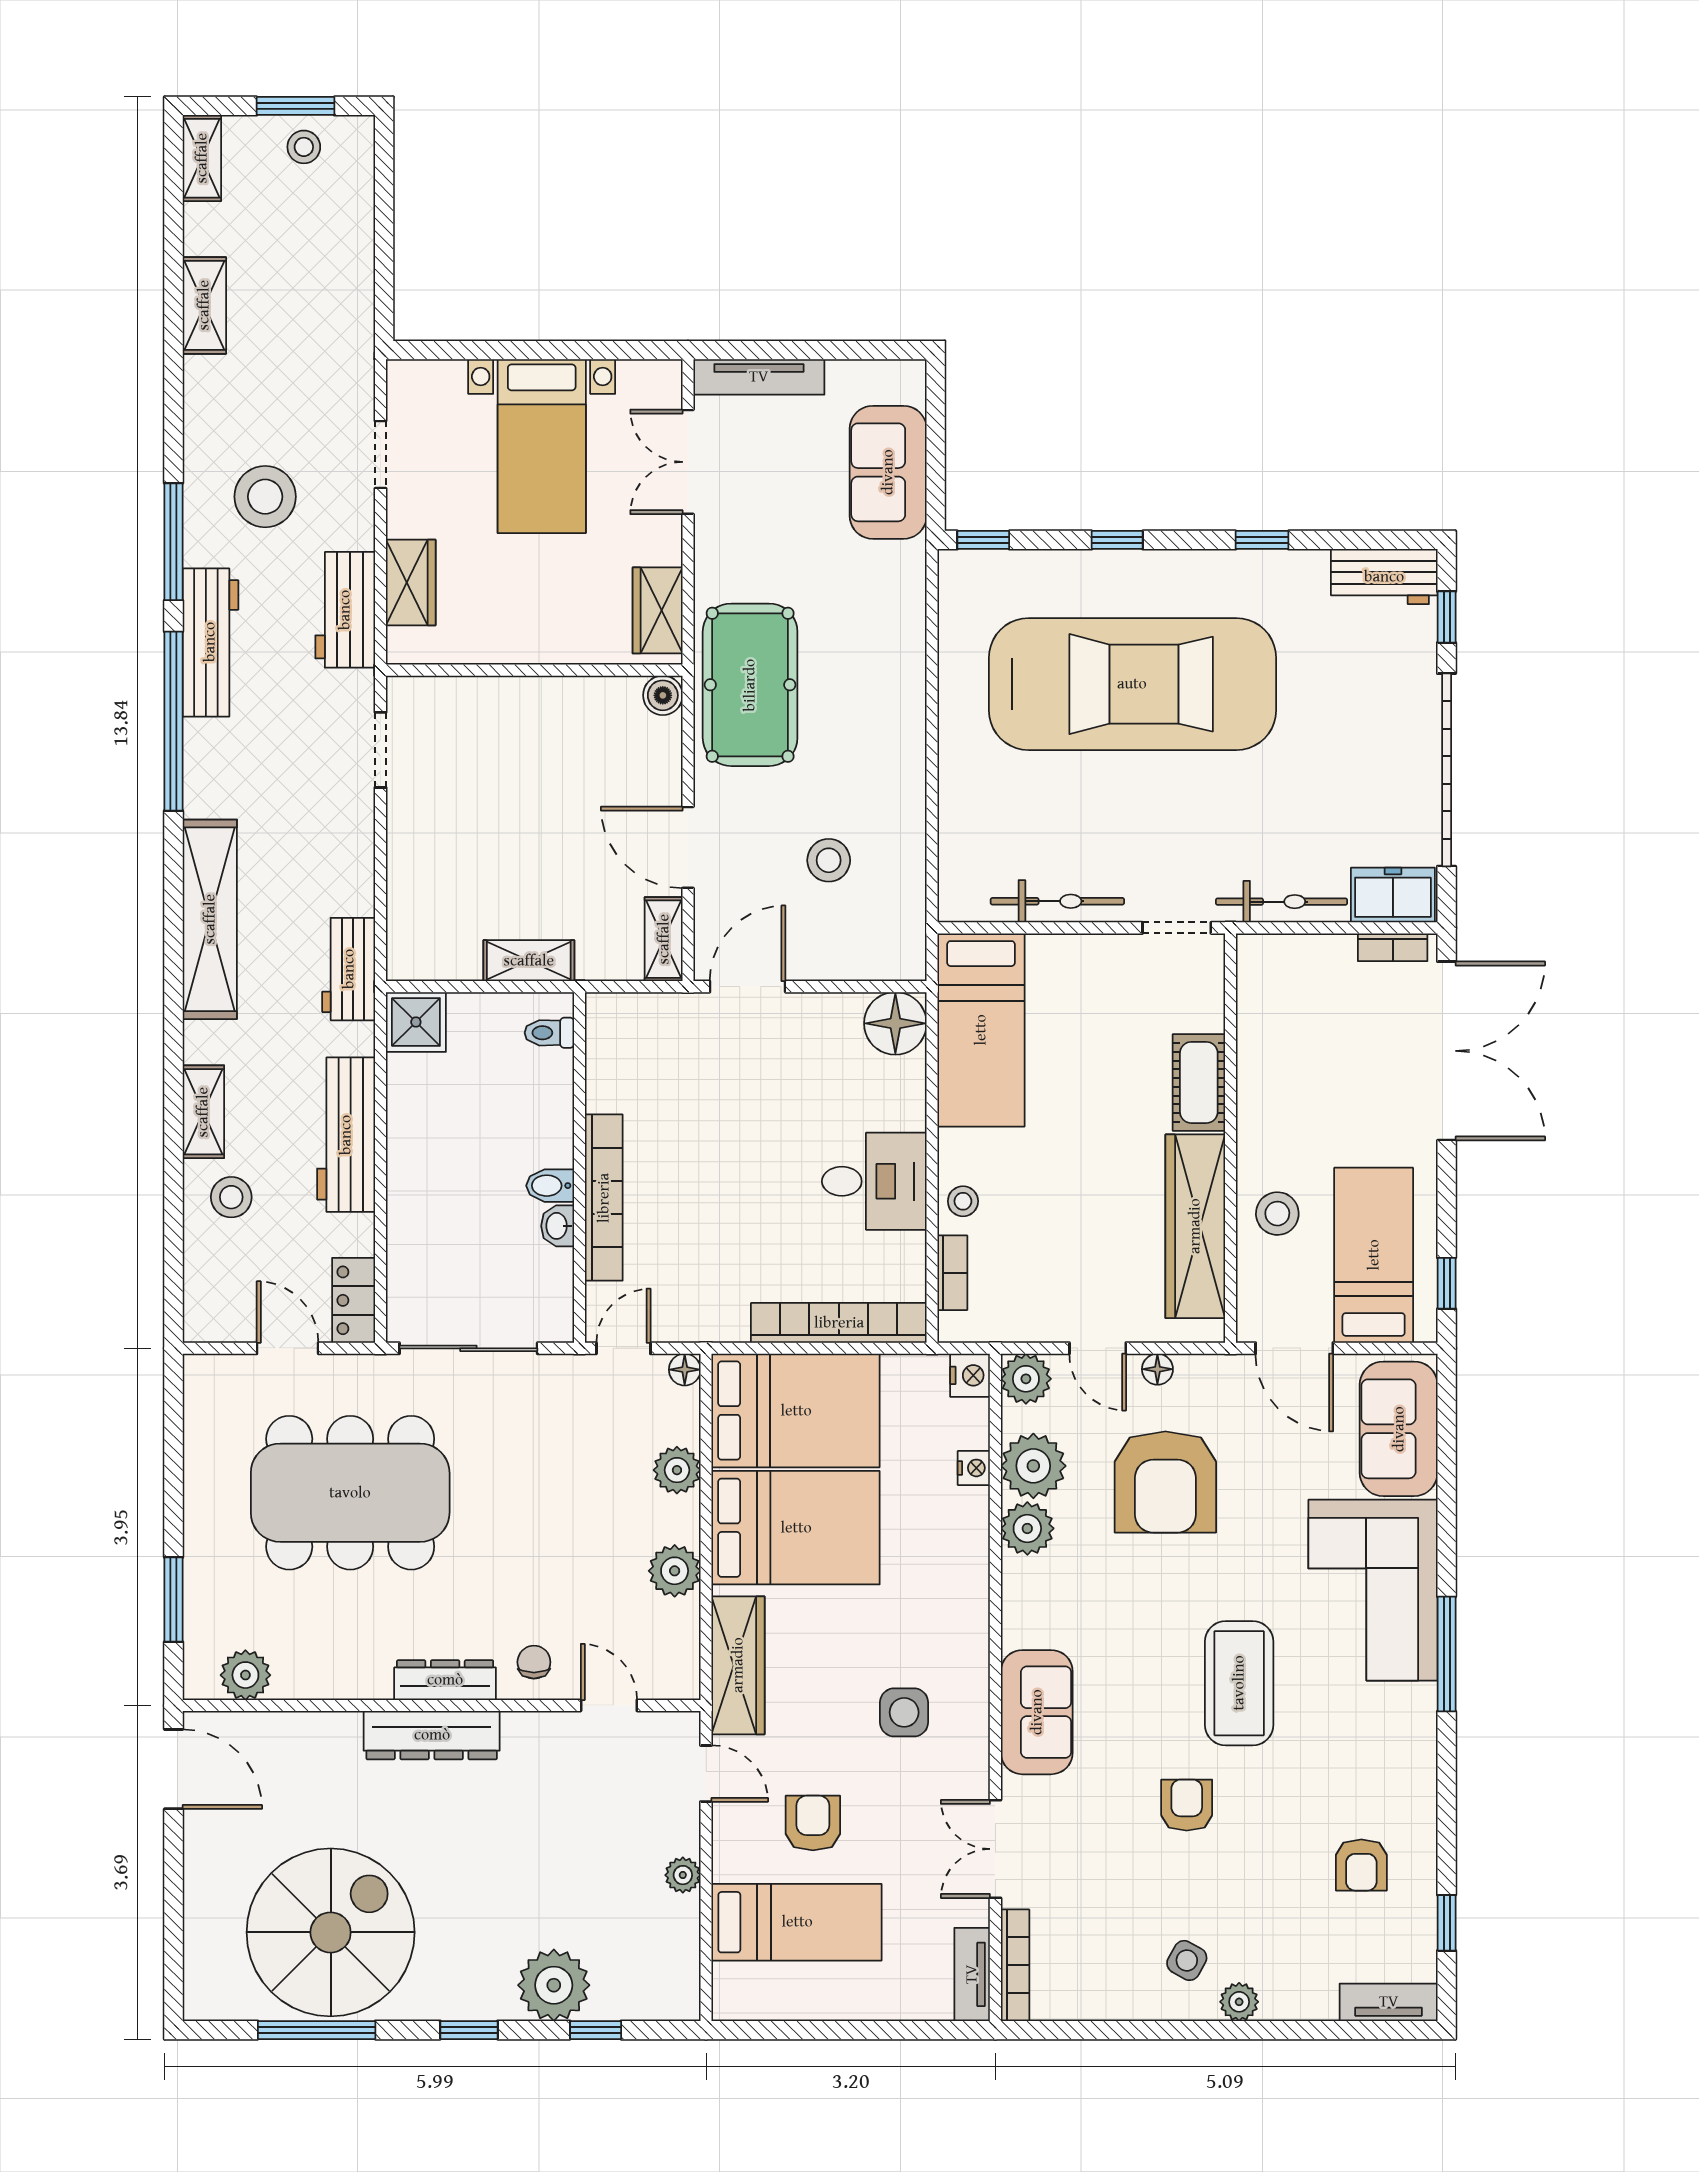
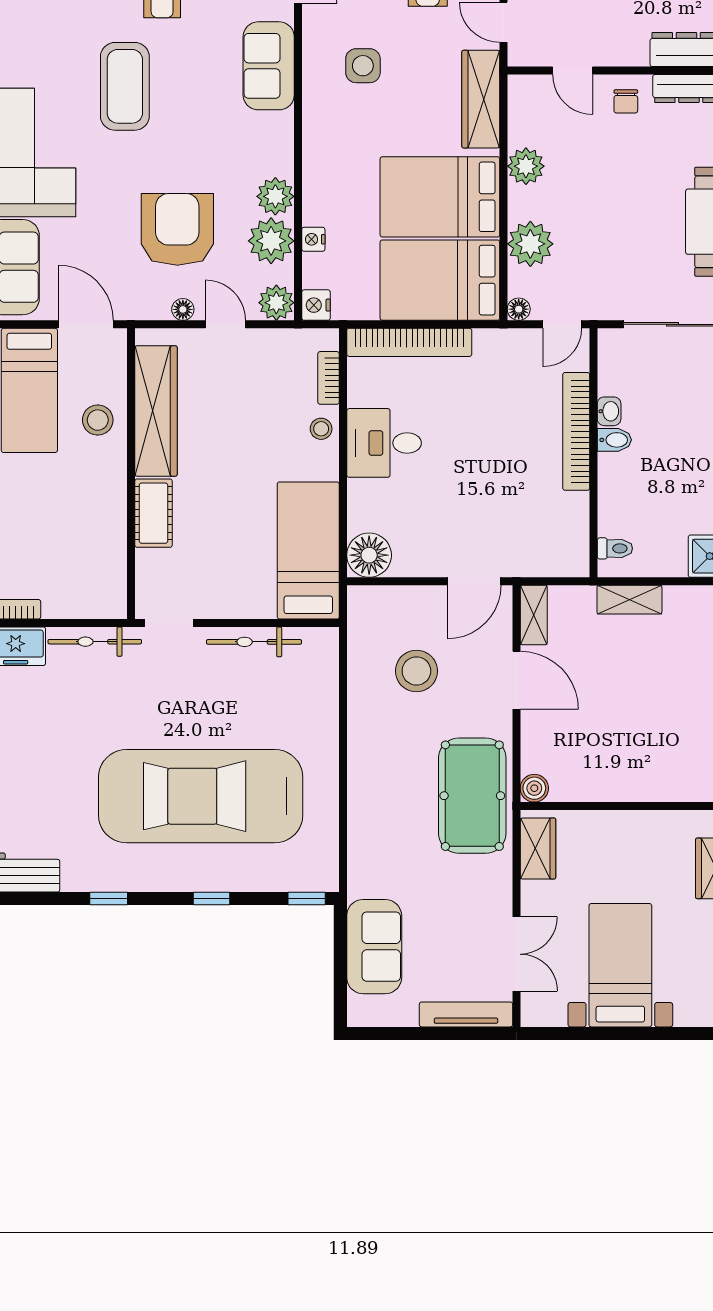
stool: (829, 860) -> (416, 671), width x1.38, depth x1.38
plant: (677, 1470) -> (530, 244), width x1.36, depth x1.36

